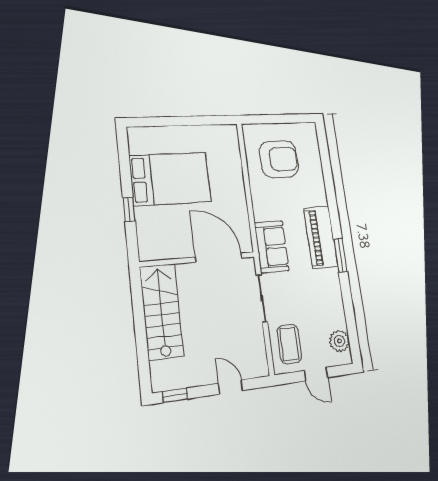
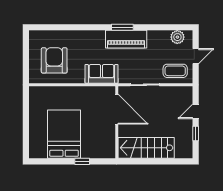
piano: (321, 237) -> (126, 39), moved
sofa: (272, 247) -> (101, 74), moved
door: (219, 258) -> (117, 109), swing flipped
window: (175, 395) -> (196, 133), moved

